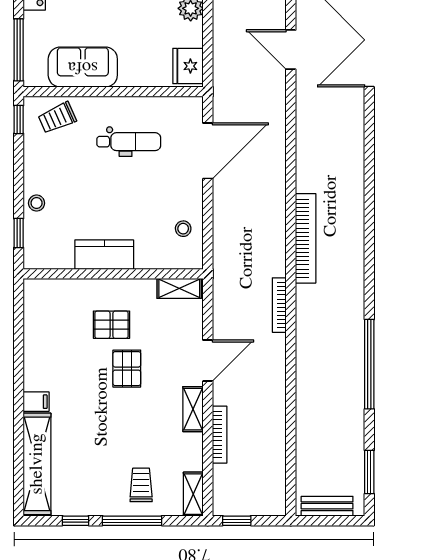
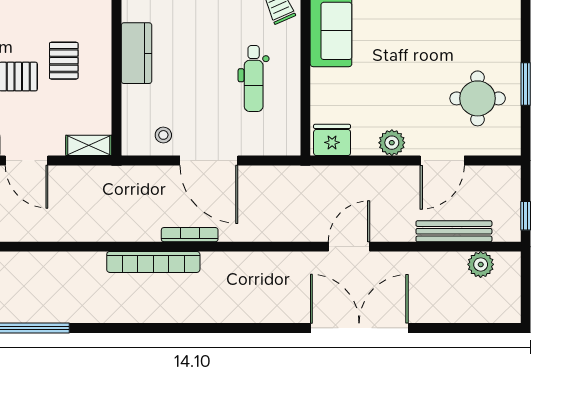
door: (208, 151) -> (209, 161), moved
shelving: (179, 288) -> (89, 145), moved, turned 90
bookcase: (279, 305) -> (190, 235), moved

